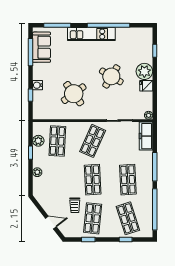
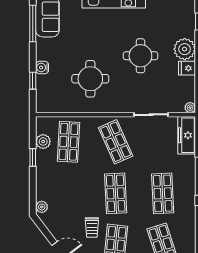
round table: (111, 76) -> (140, 56), turned -31
round table: (74, 94) -> (90, 79), turned 36
shop shelf: (93, 141) -> (116, 142), turned -48
plant: (37, 172) -> (42, 207), moved

